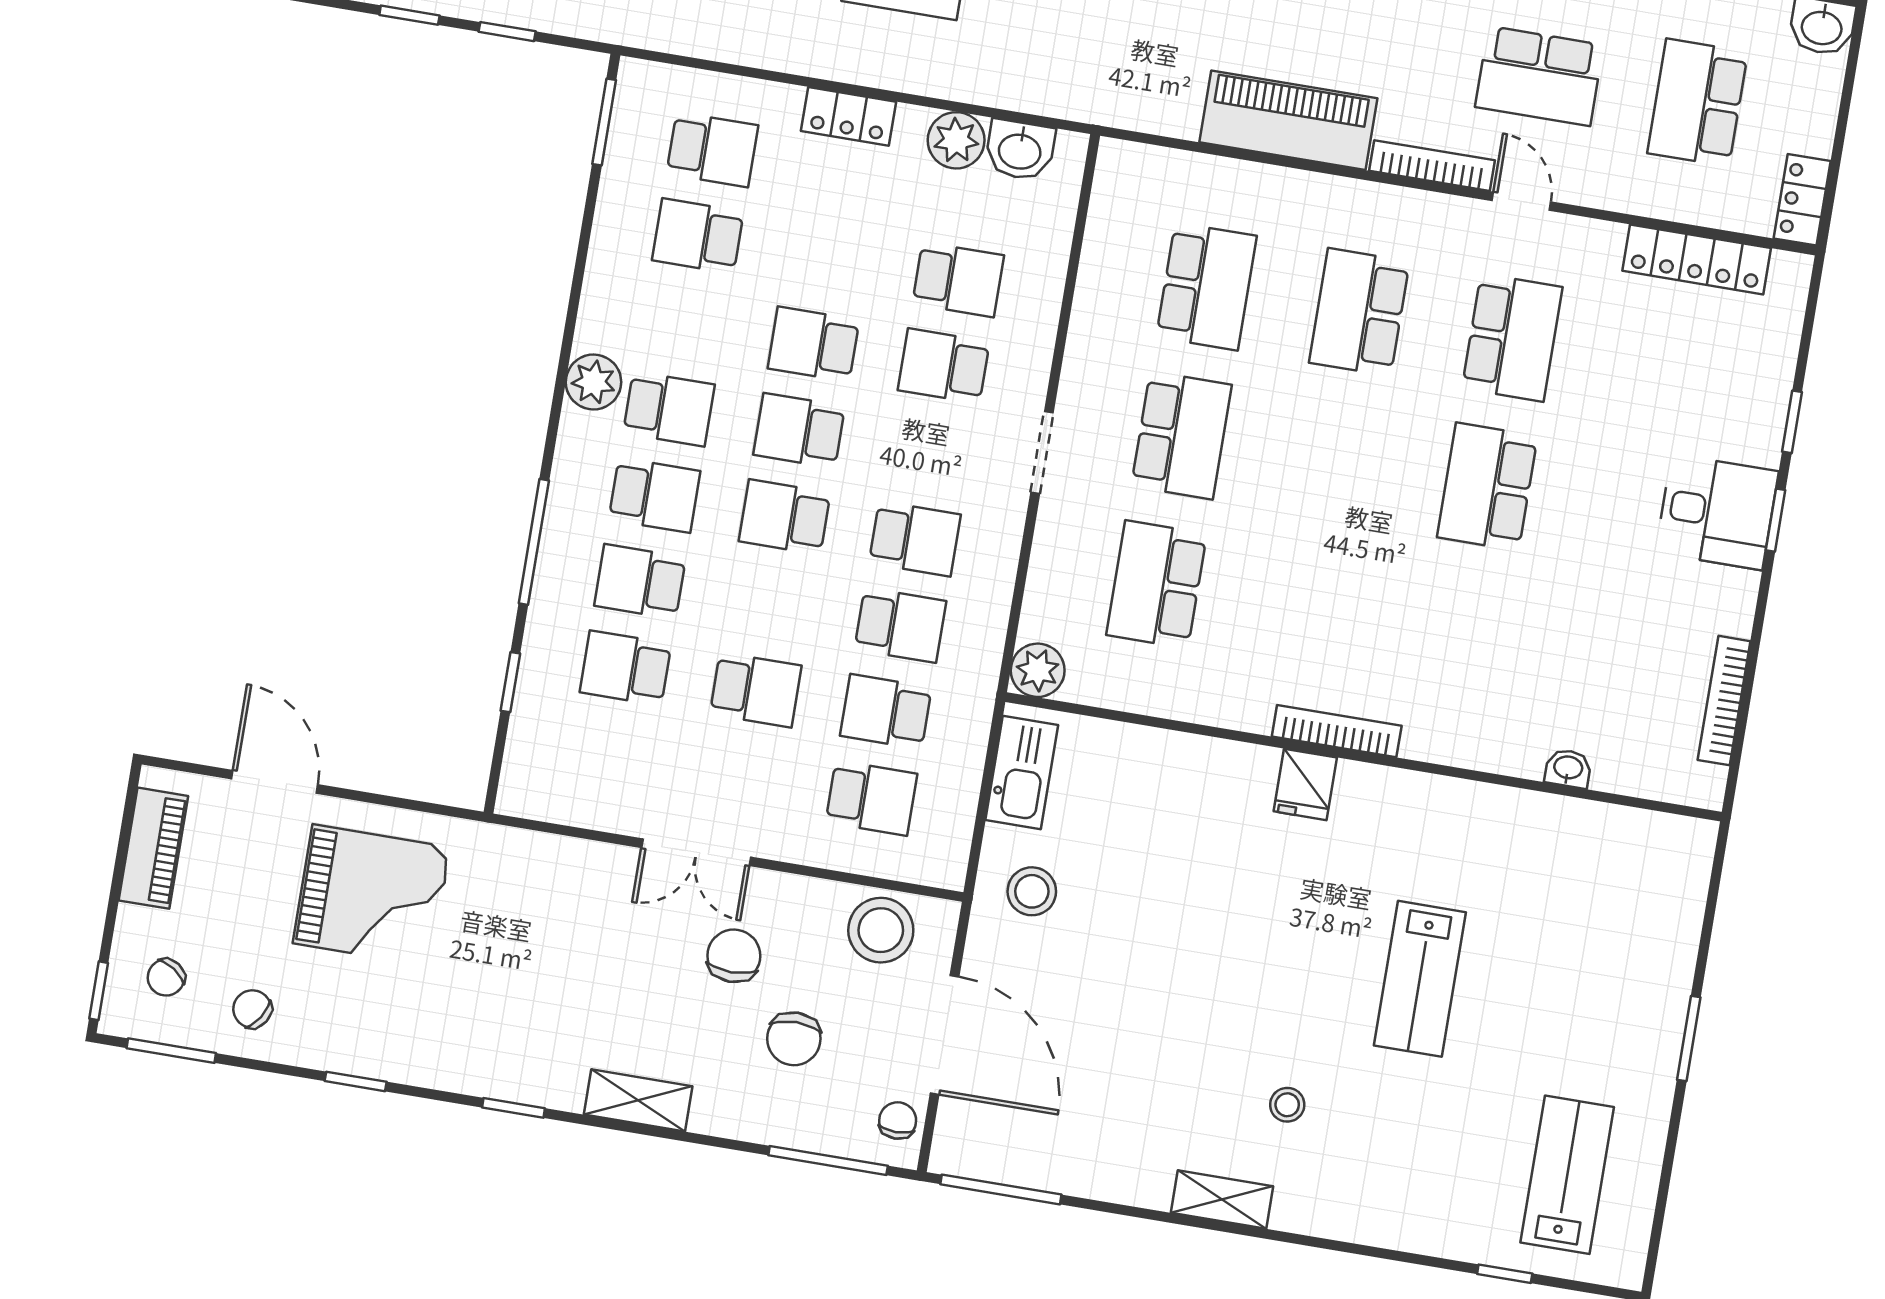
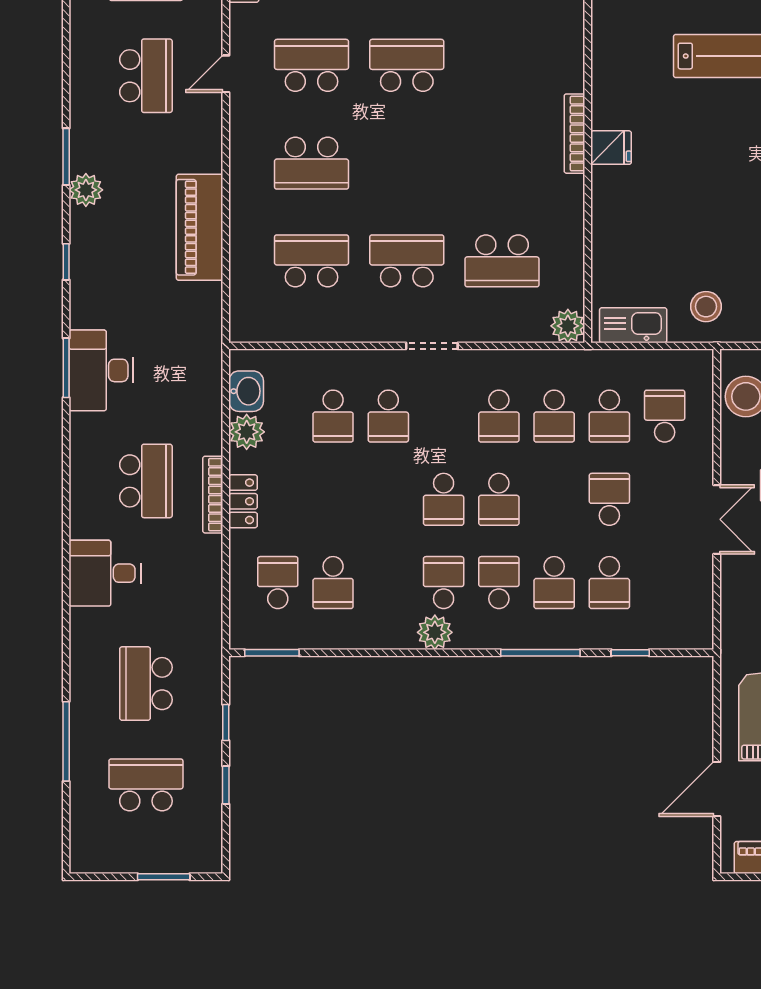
bookcase: (1432, 166) -> (213, 495), moved
school desk: (958, 280) -> (333, 416), turned 180
school desk: (814, 344) -> (388, 499), removed
school desk: (1487, 487) -> (407, 65), turned 180
school desk: (915, 539) -> (499, 416), turned 180
school desk: (900, 625) -> (554, 416), turned 180

